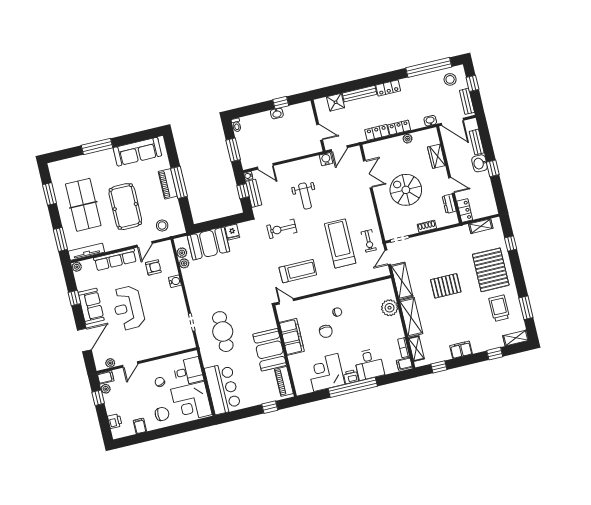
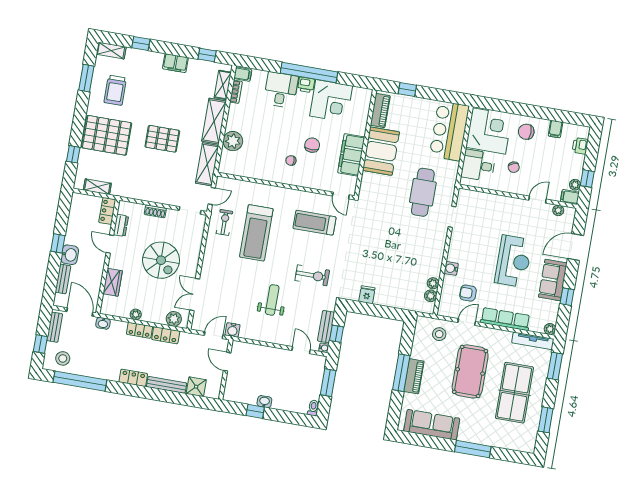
plant: (376, 148) -> (174, 319), added
booth: (209, 244) -> (398, 293), removed
pallet: (491, 270) -> (107, 135), turned 90

